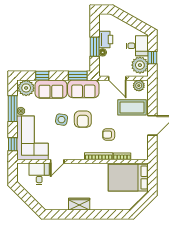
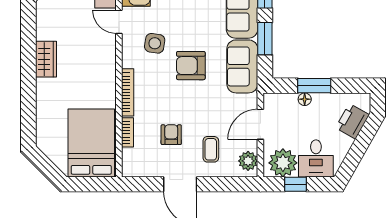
printer: (106, 39) -> (352, 121), moved, turned 119
window: (78, 76) -> (265, 39), moved
coffee table: (132, 107) -> (211, 149), width x0.54, depth x0.58
side table: (62, 120) -> (155, 43), moved
armchair: (109, 135) -> (171, 135), moved

